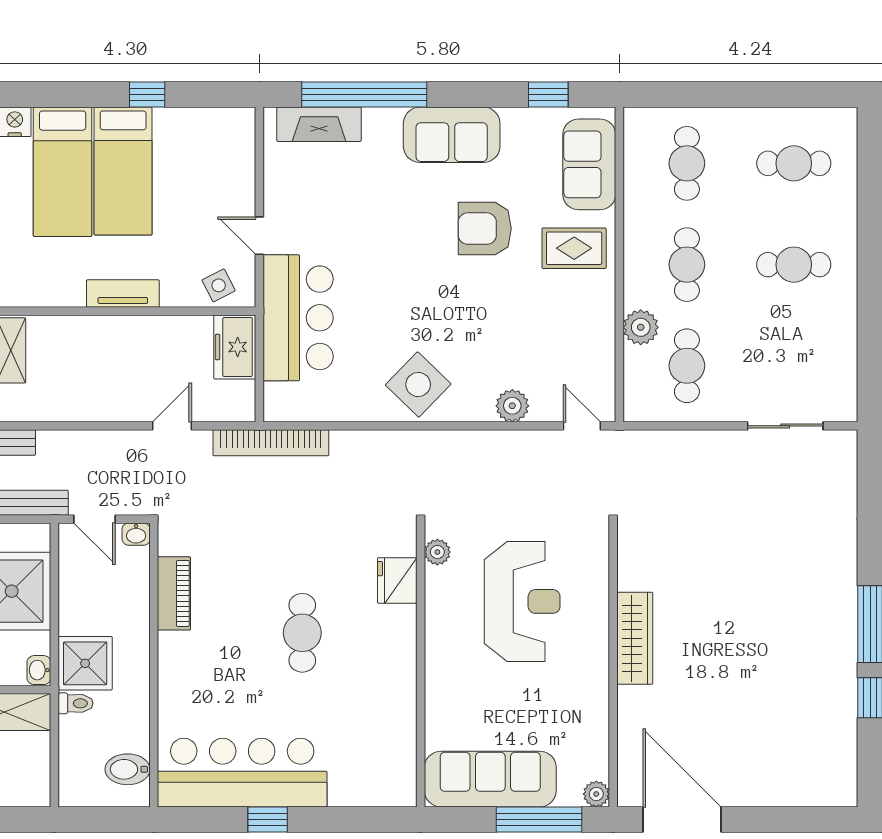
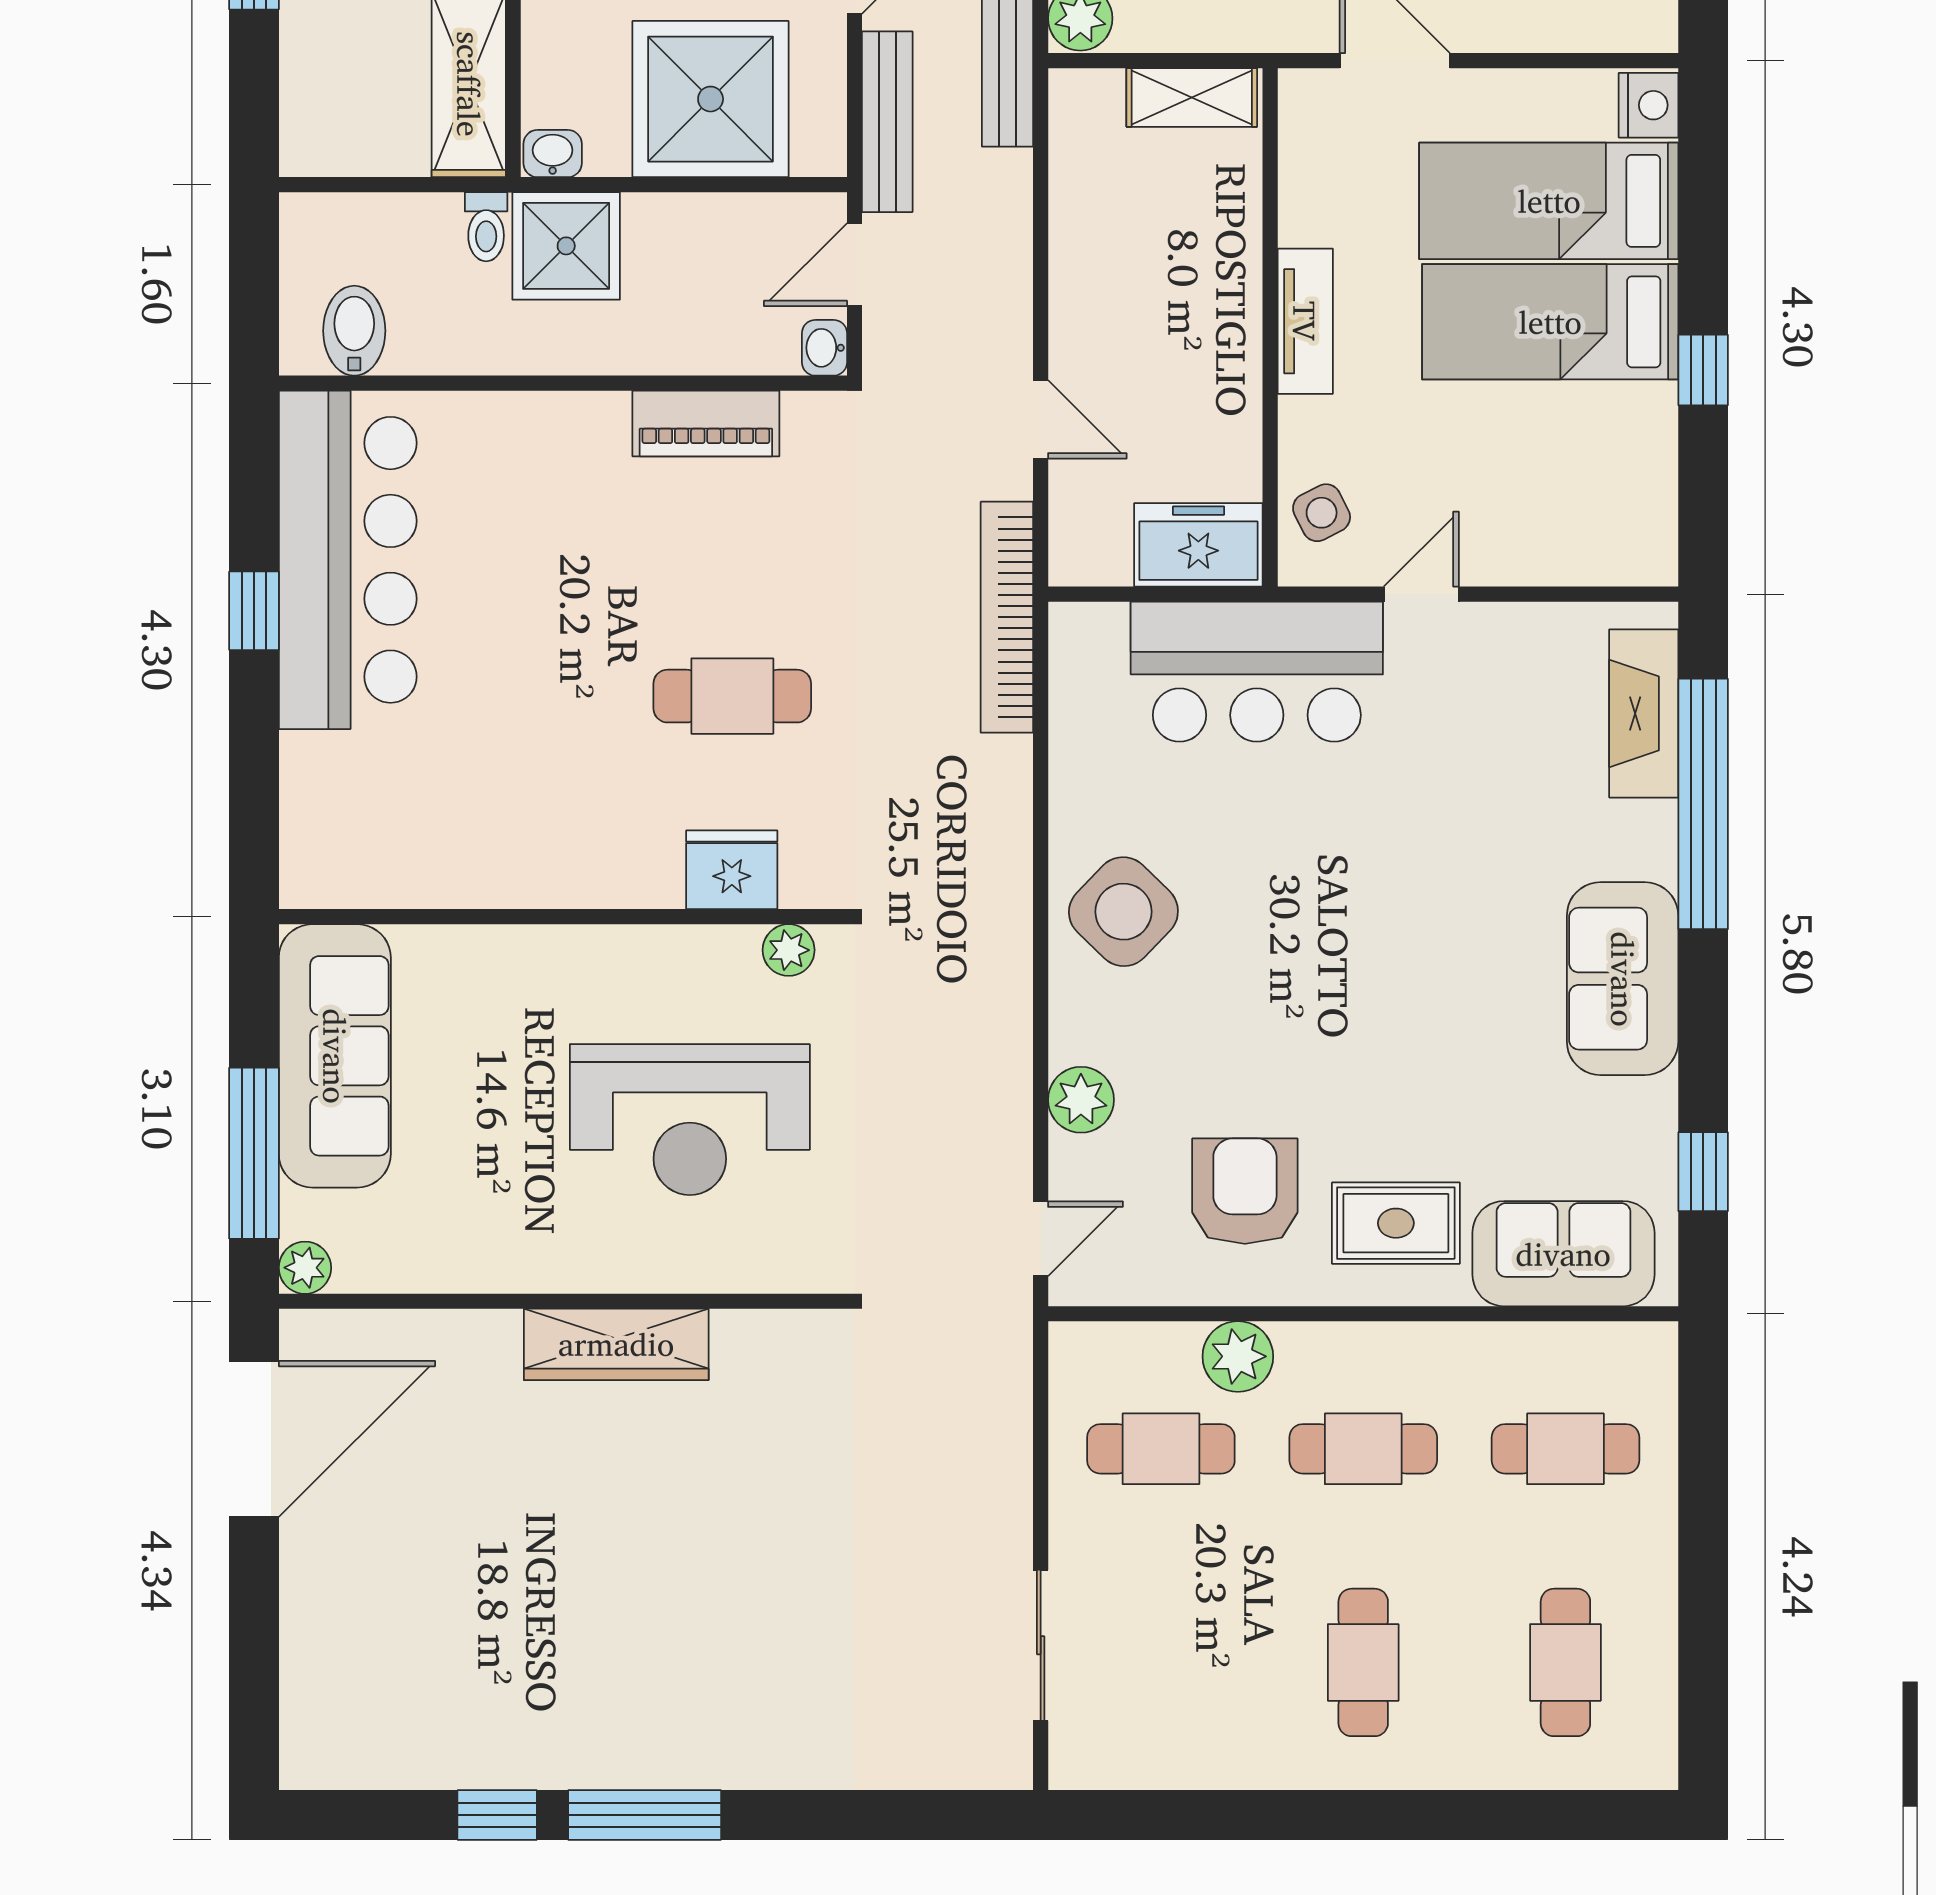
armchair: (485, 229) -> (1245, 1191), moved
rug: (574, 248) -> (1396, 1223), turned 90
cafe table: (302, 633) -> (732, 696), moved

